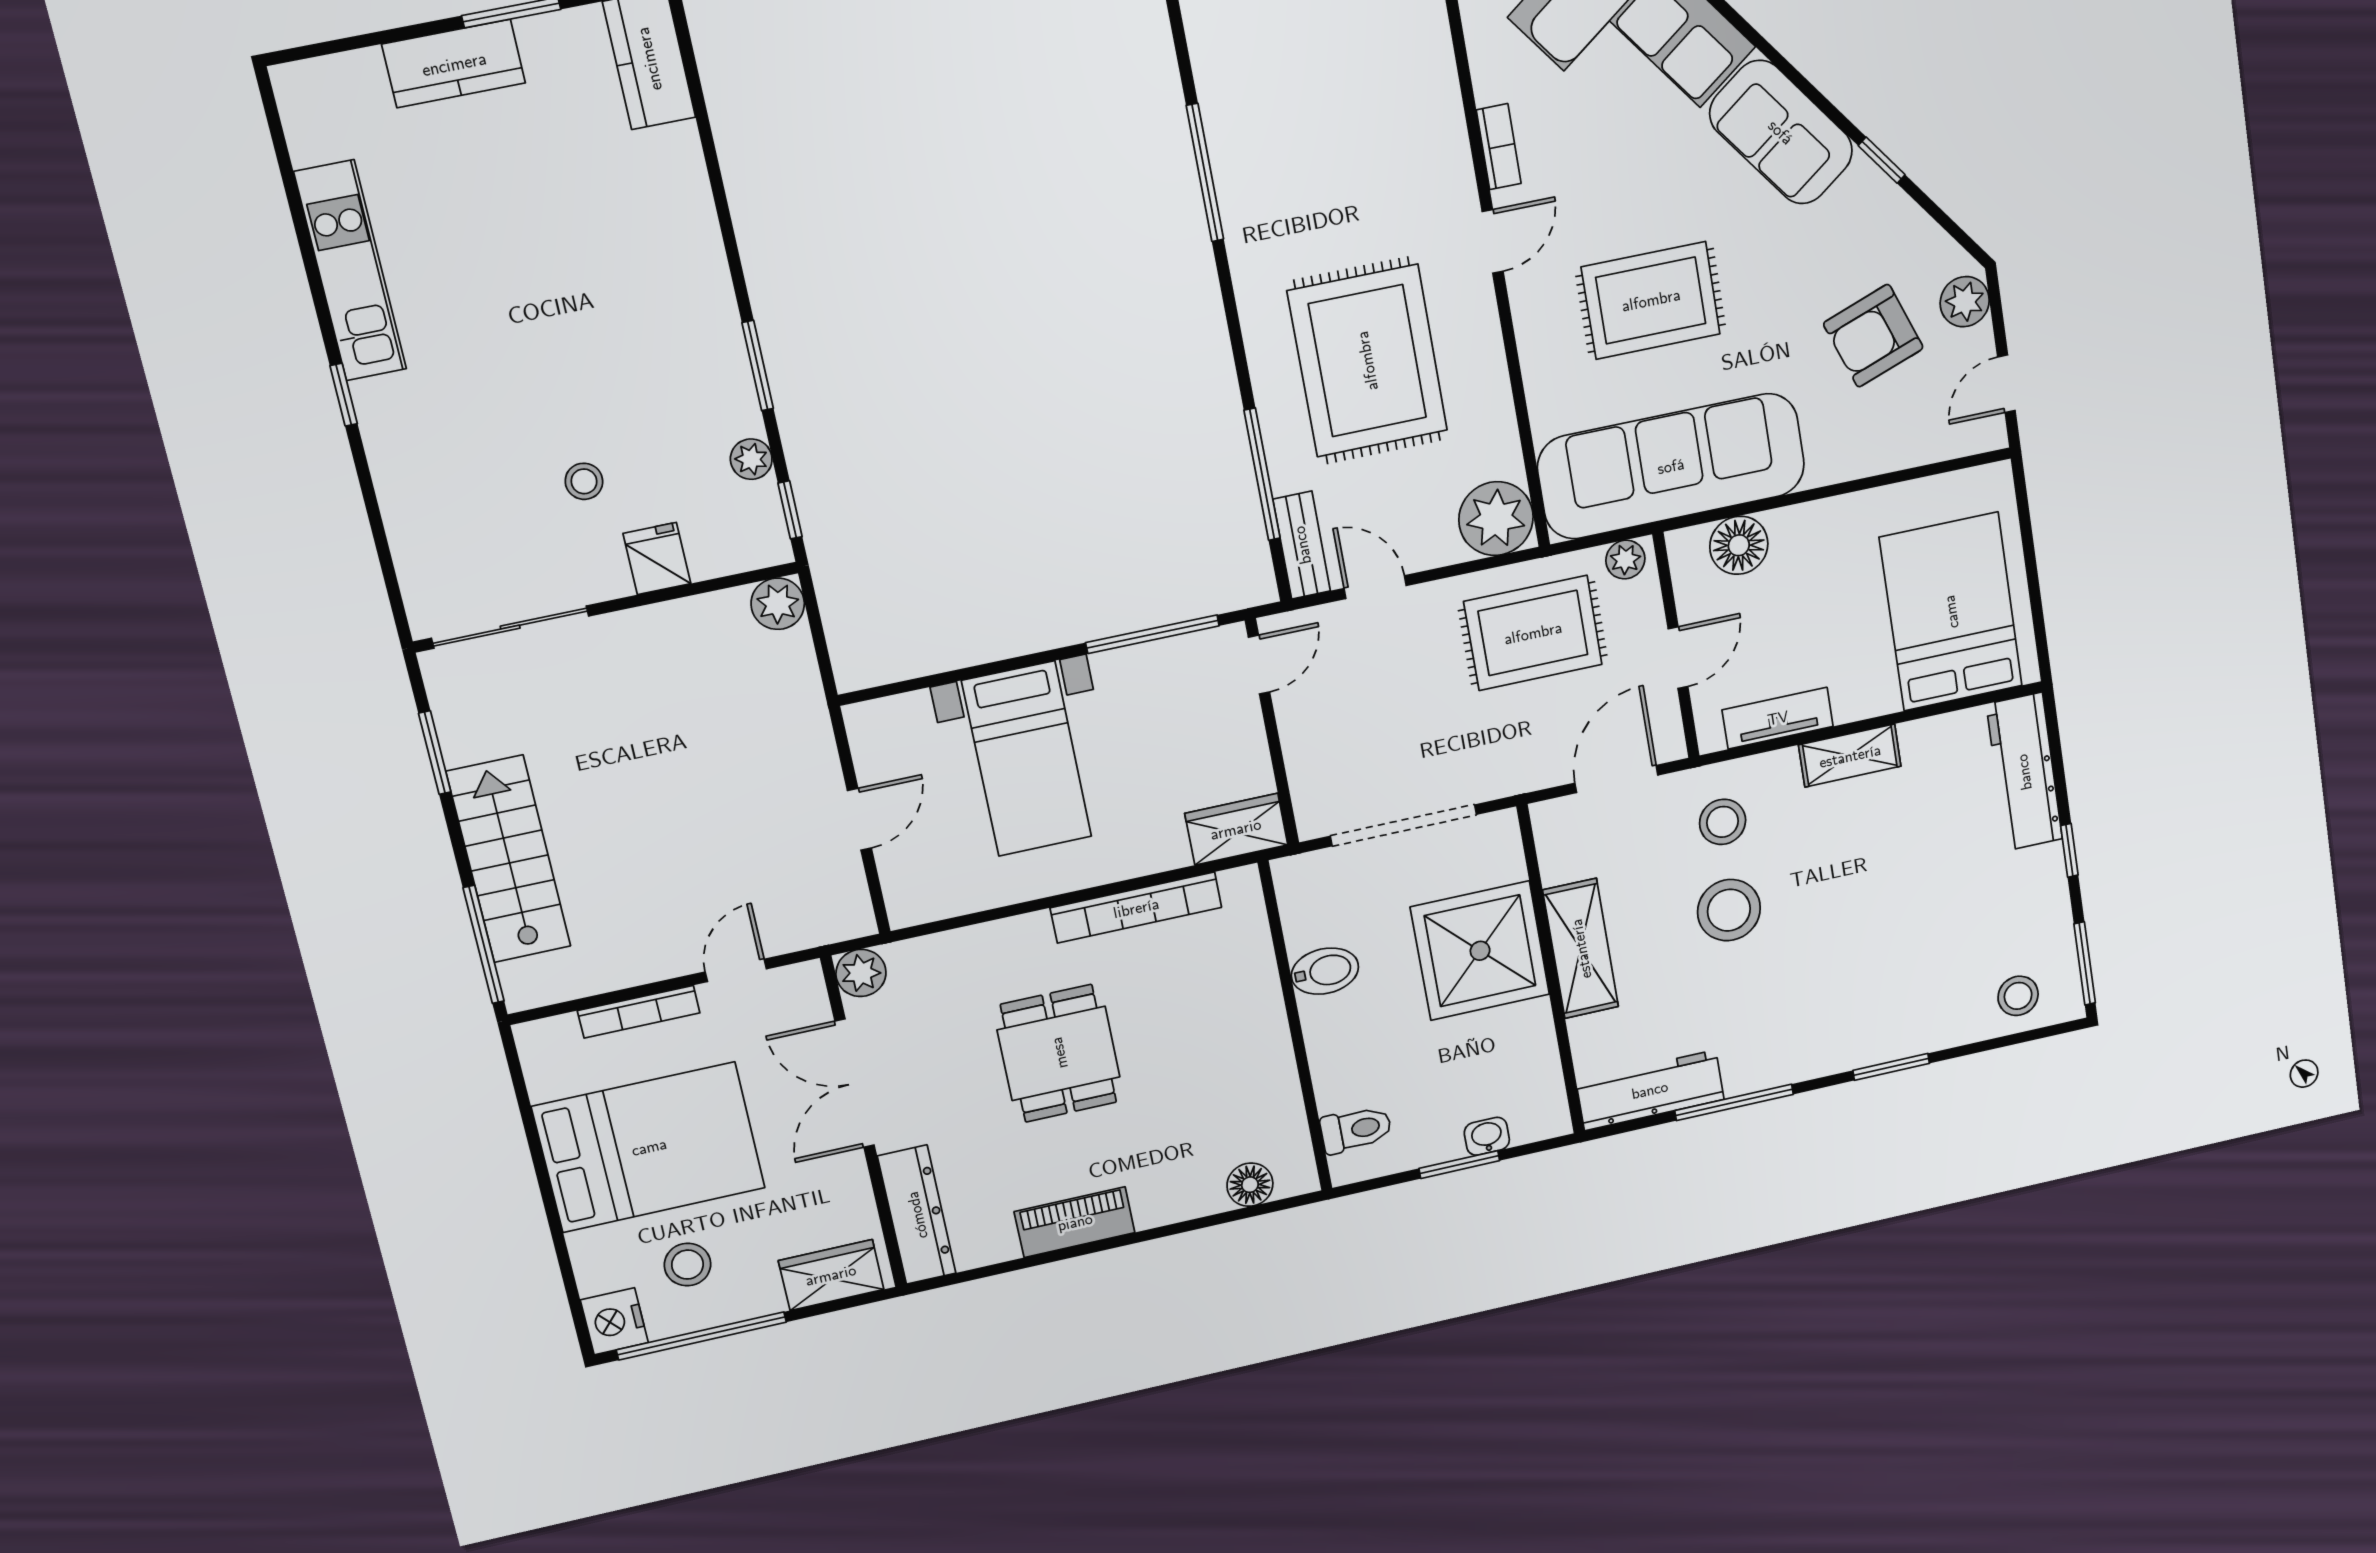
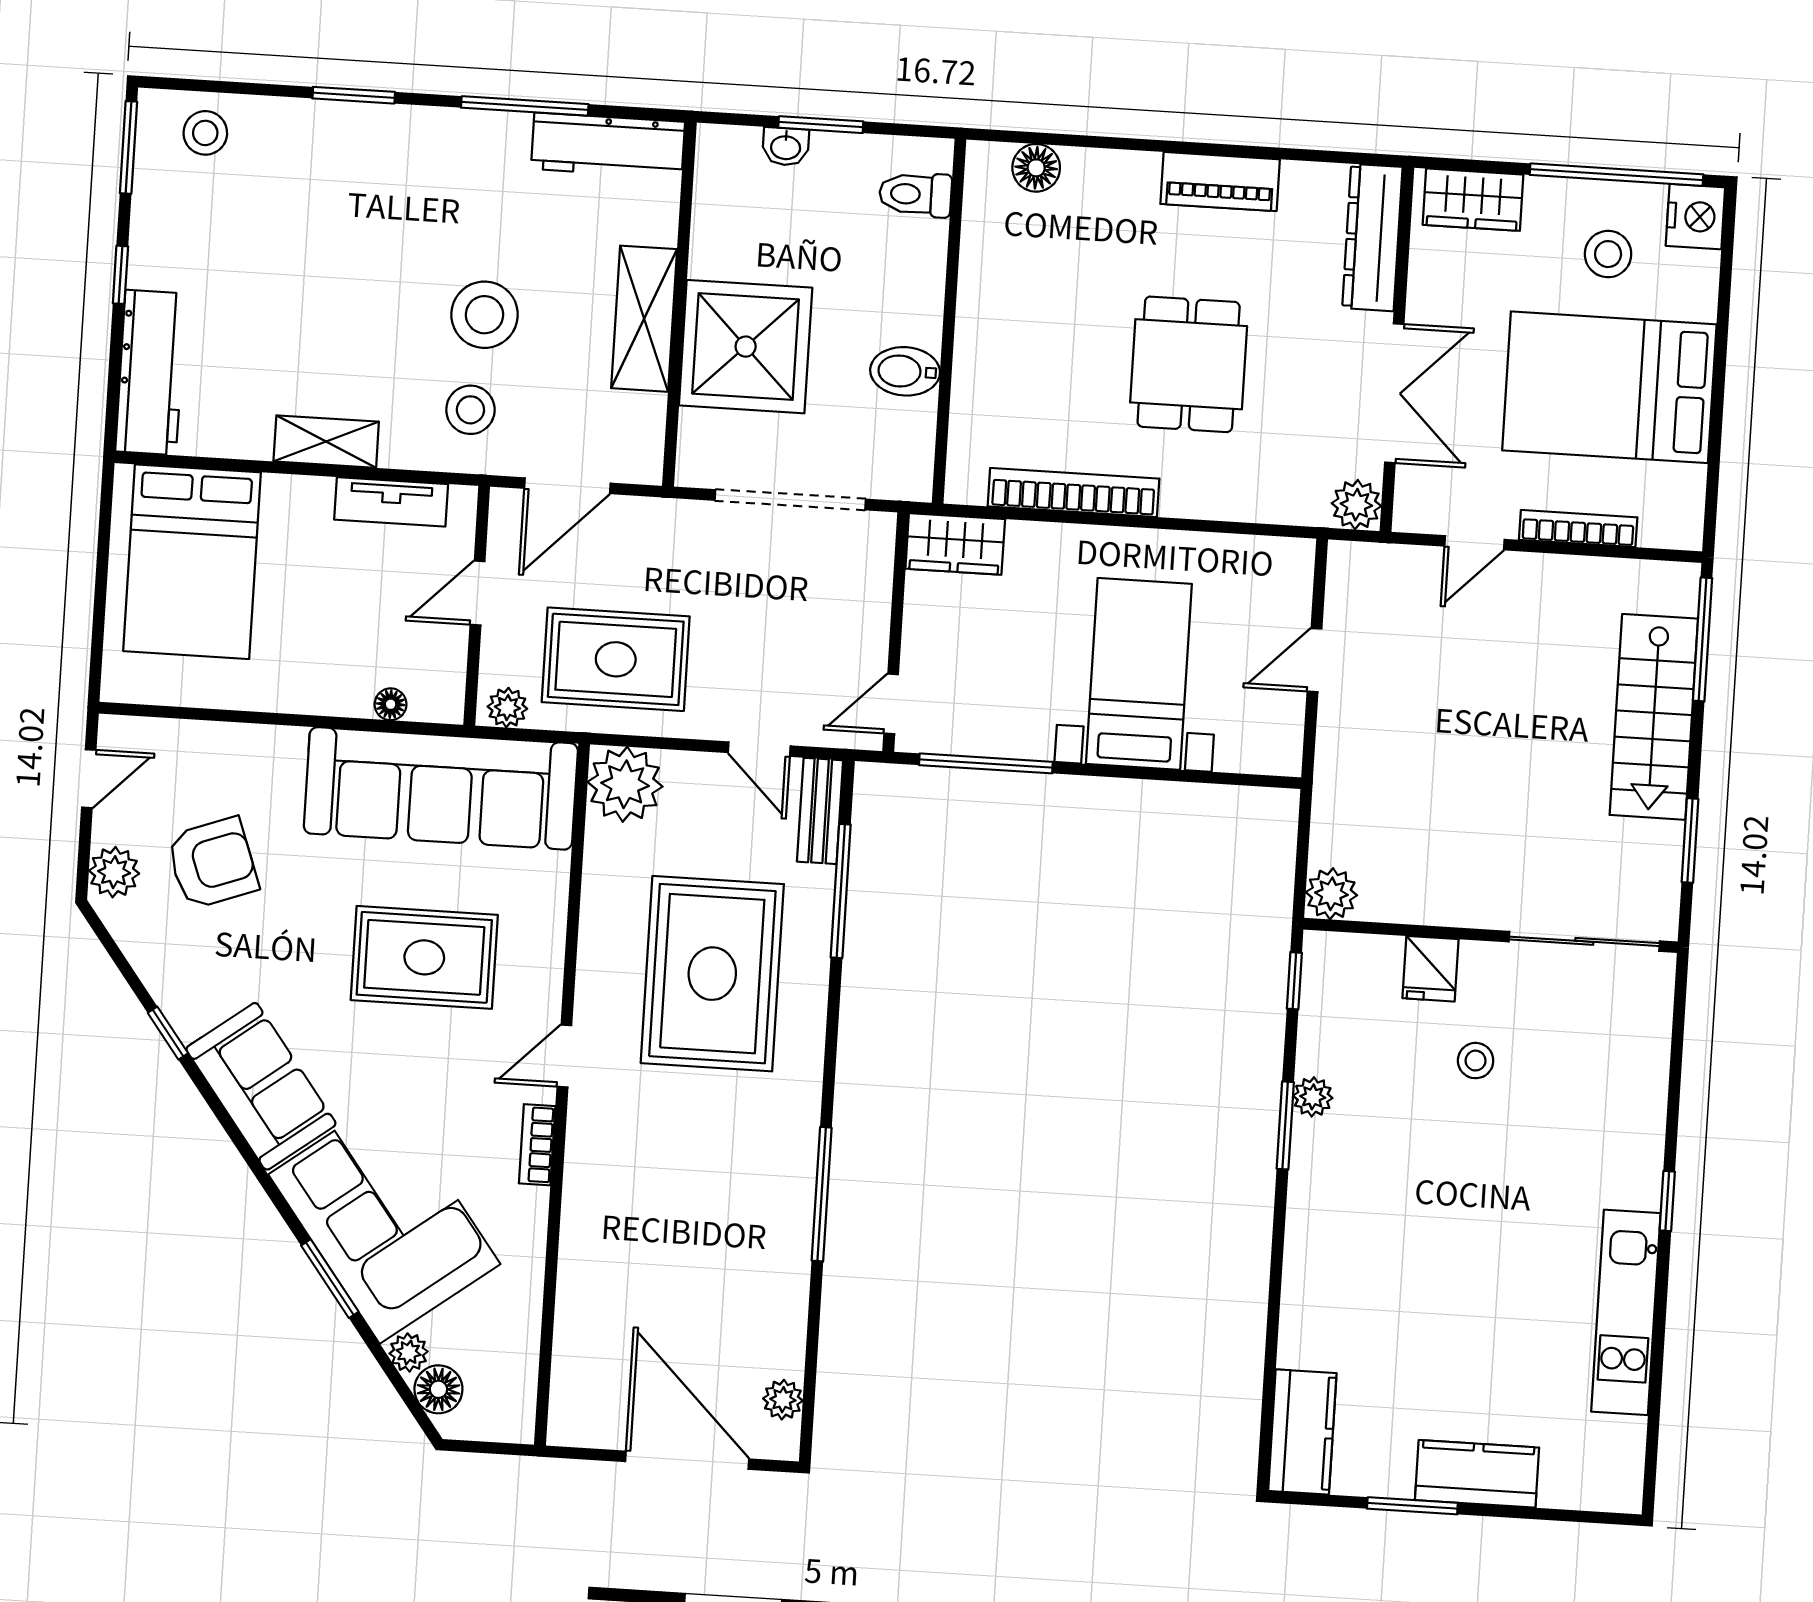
plant: (751, 459) -> (1313, 1097), moved
floor lamp: (1739, 545) -> (391, 704), width x0.53, depth x0.53

